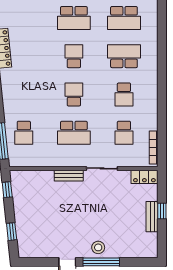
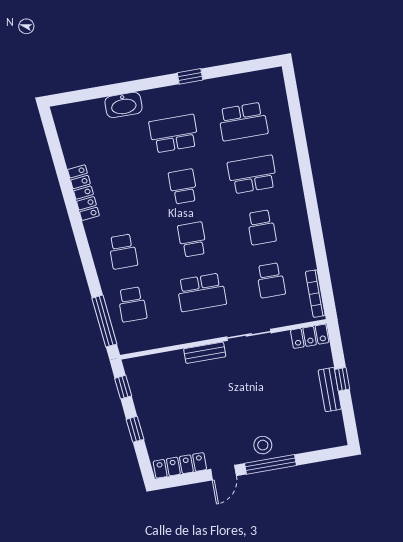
school desk: (74, 18) -> (174, 134), turned 180
school desk: (24, 94) -> (123, 252), added
window: (12, 232) -> (135, 429), moved
locker: (38, 252) -> (180, 465), added

